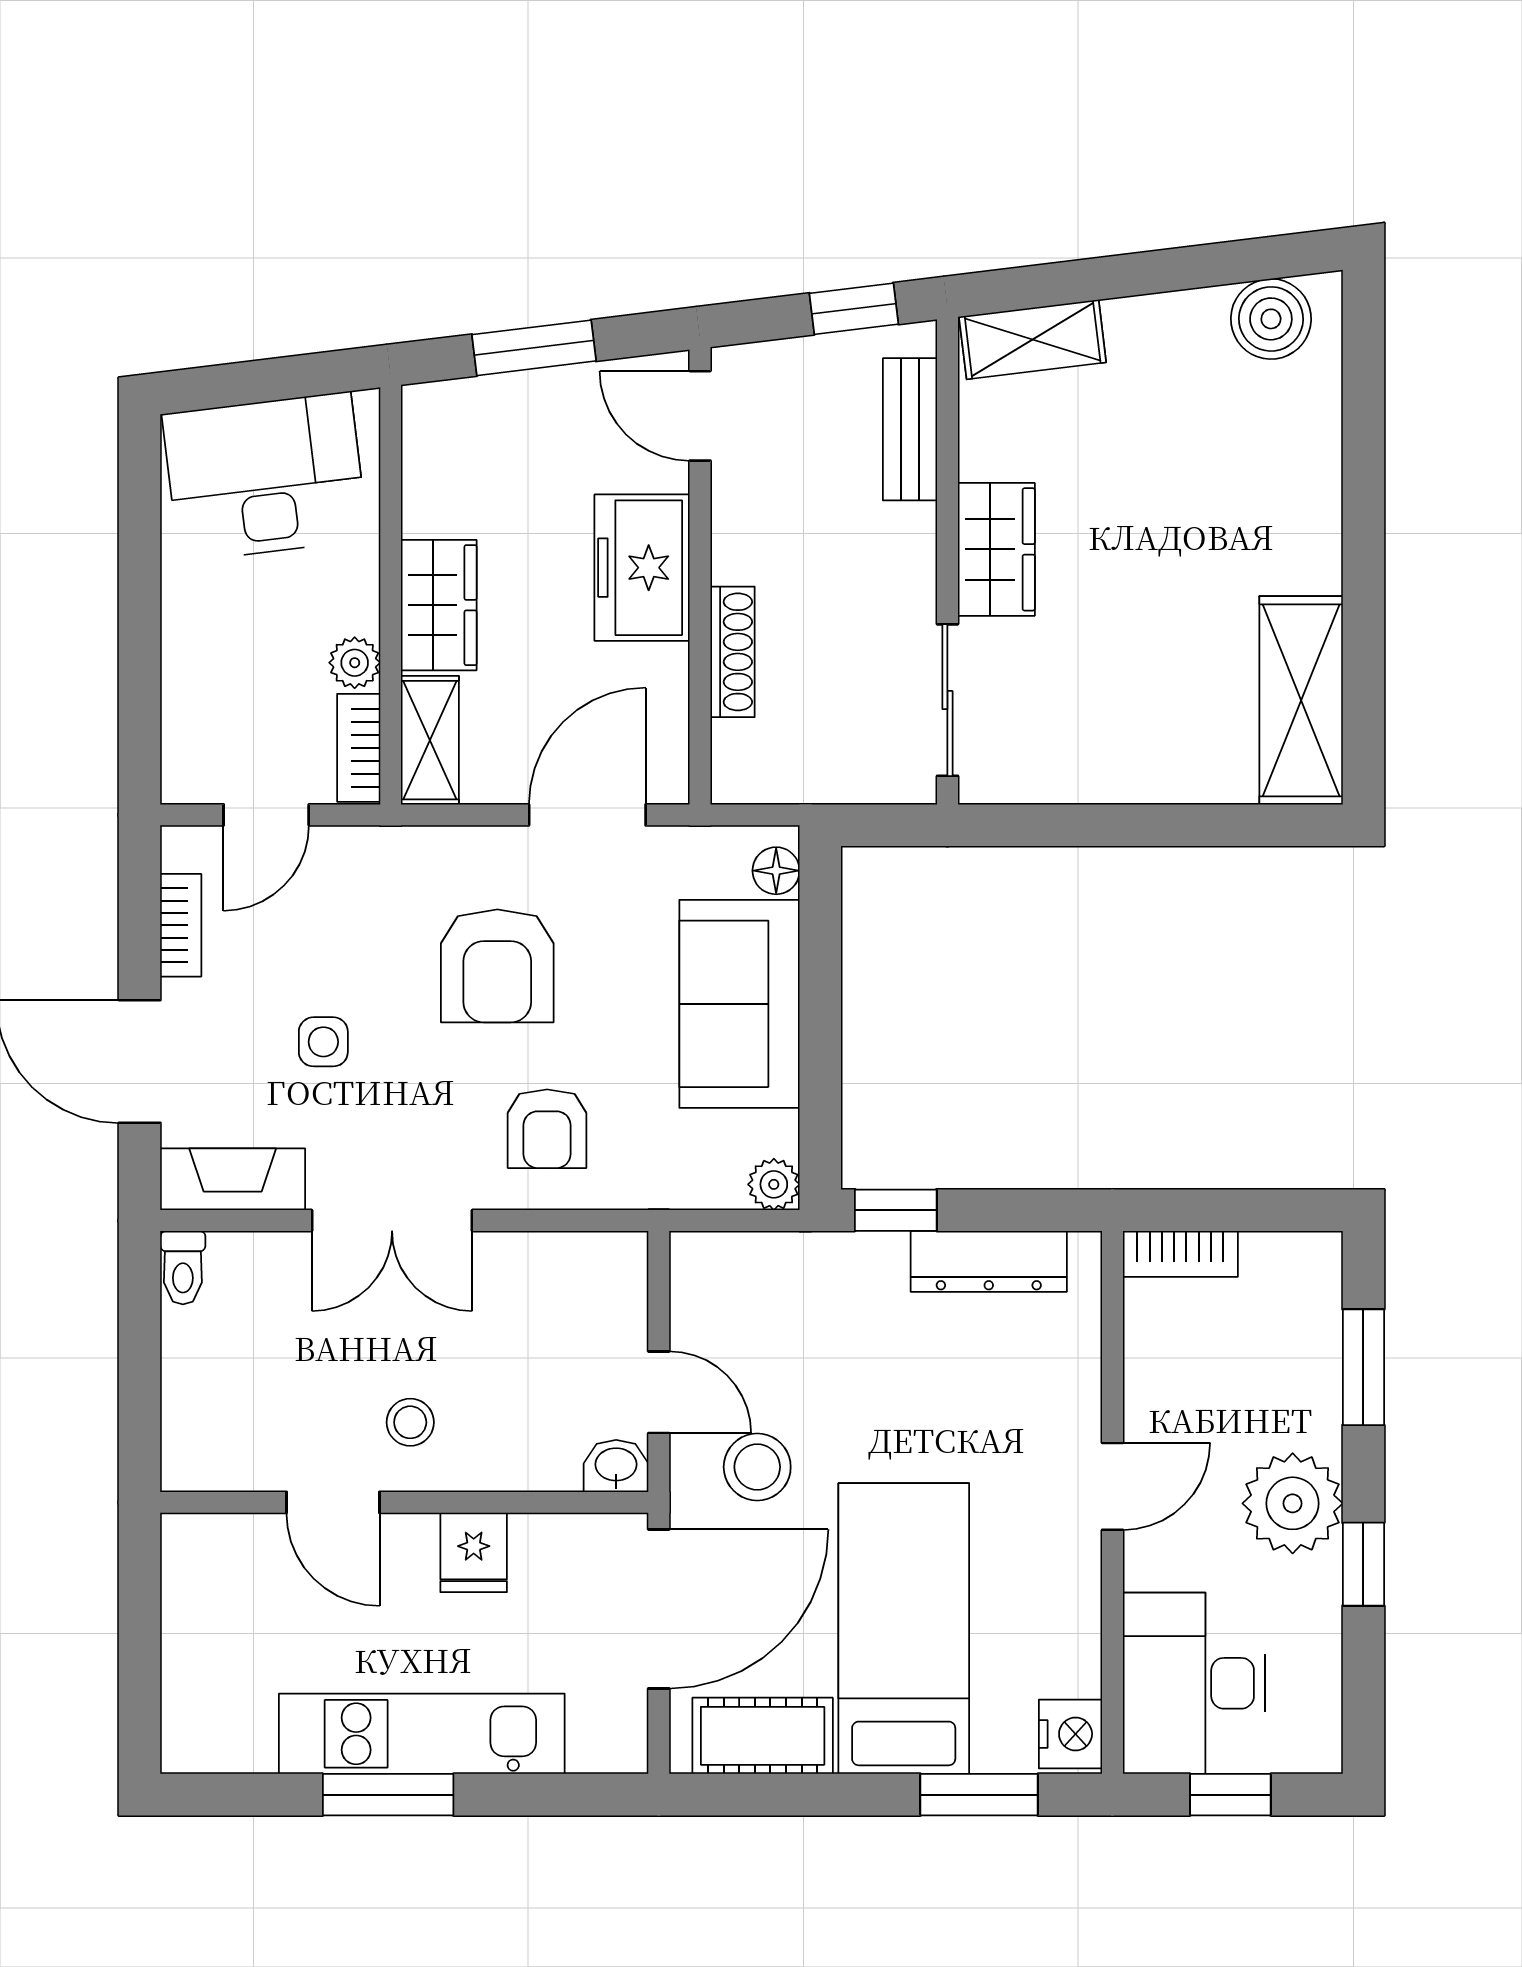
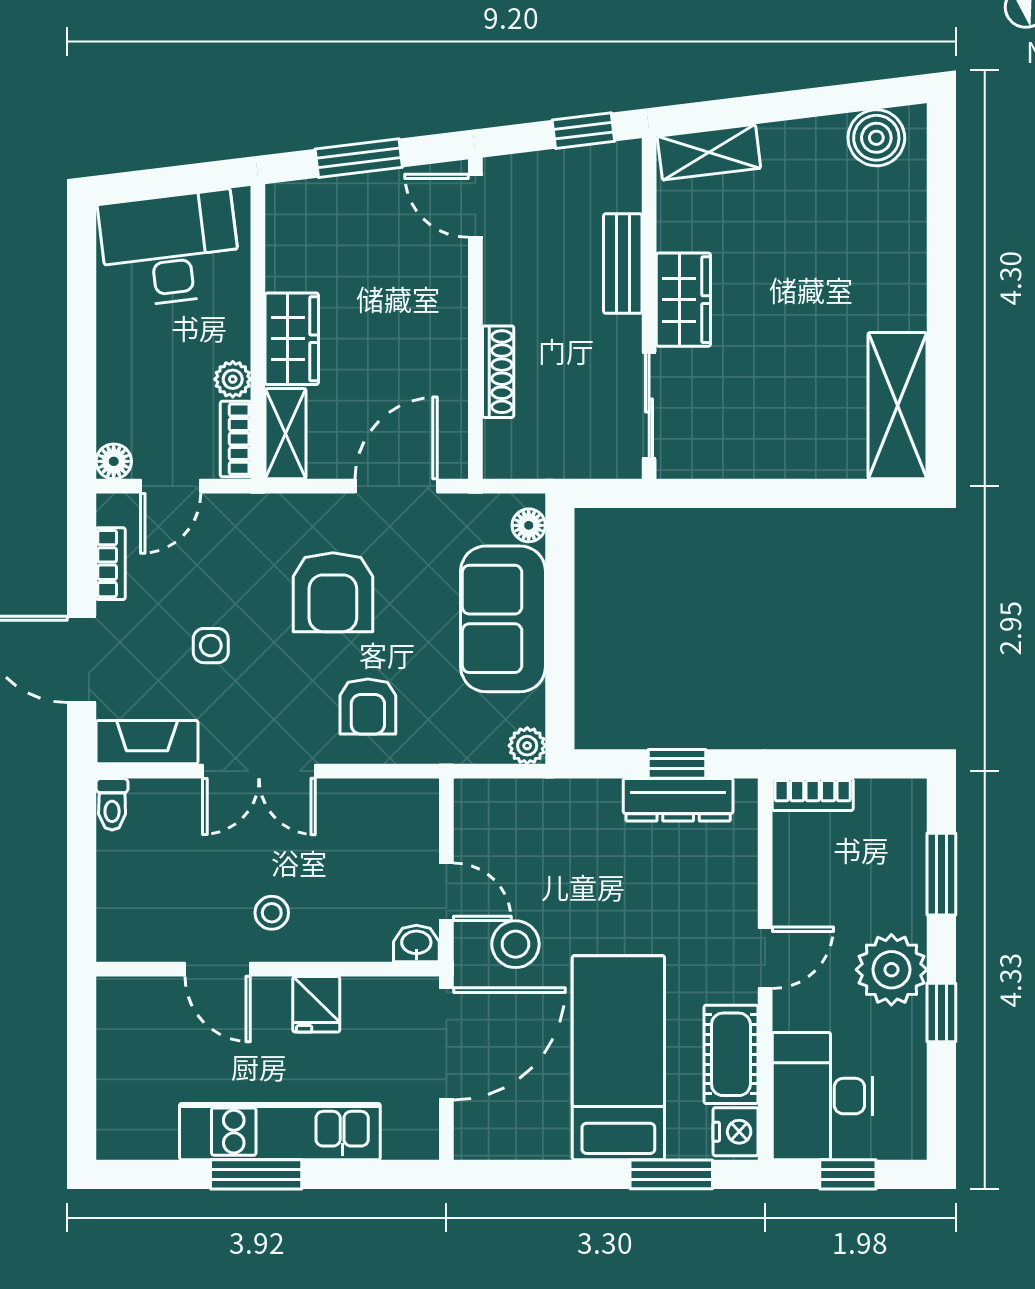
bench: (910, 429) -> (623, 264), moved
freezer: (642, 568) -> (435, 312), removed
floor lamp: (185, 780) -> (114, 461), added
window: (896, 1210) -> (677, 764), moved
cot: (763, 1736) -> (731, 1054), moved, turned 90

